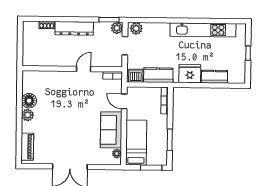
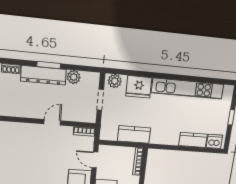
window: (109, 20) -> (49, 65), moved
plant: (117, 28) -> (74, 77), moved
fridge: (190, 74) -> (139, 87), moved, turned 180
dishwasher: (136, 76) -> (214, 141), moved

